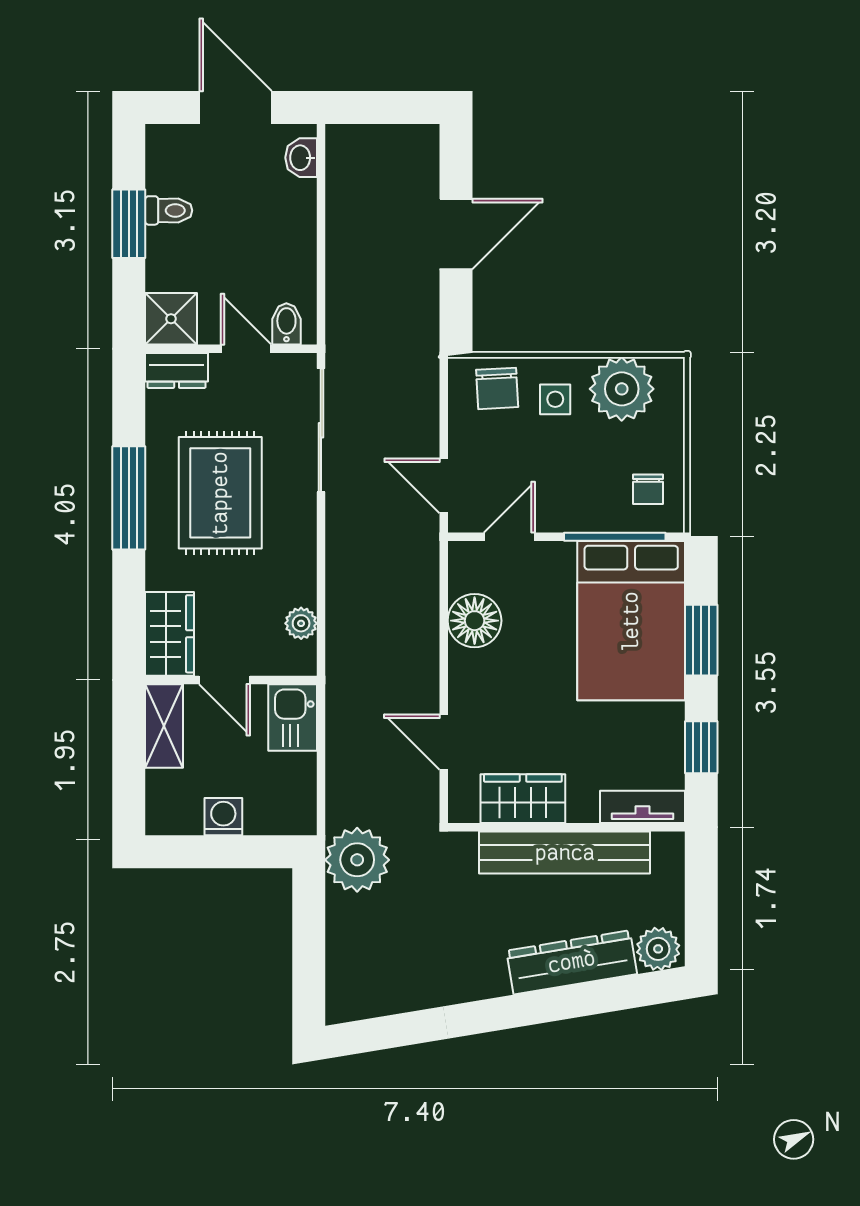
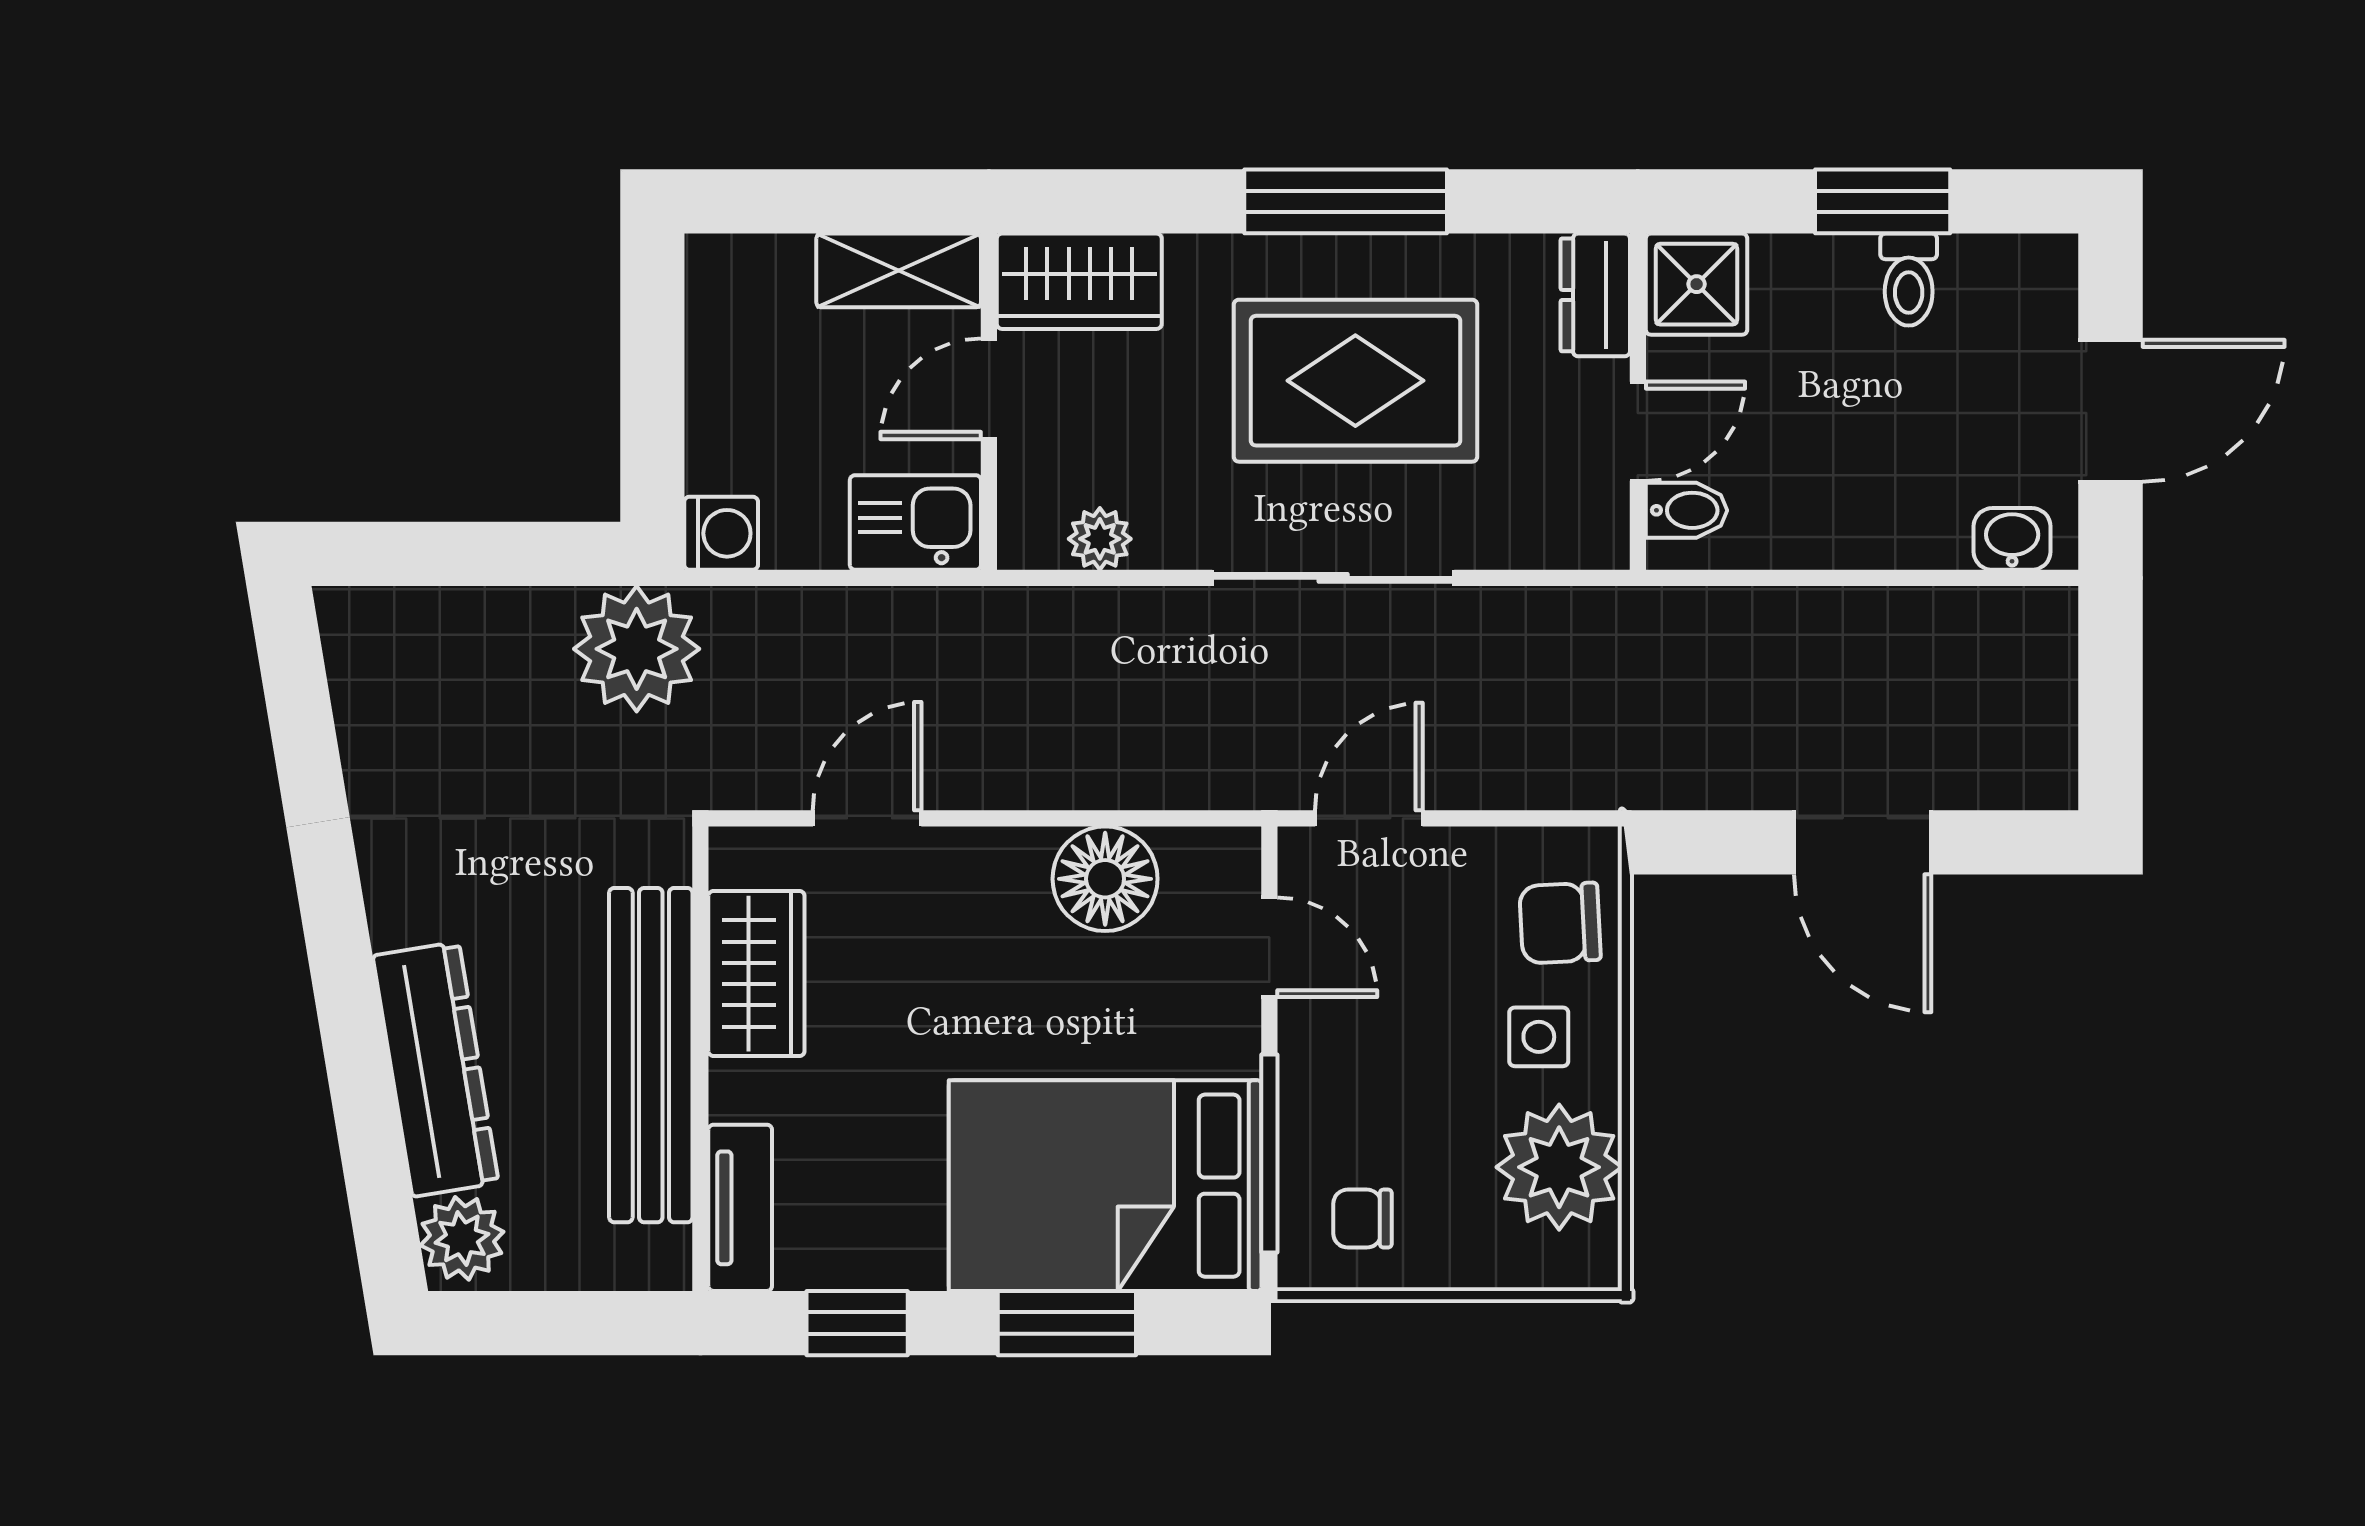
sliding door: (321, 430) -> (1333, 578), moved
washing machine: (223, 817) -> (721, 533), moved

